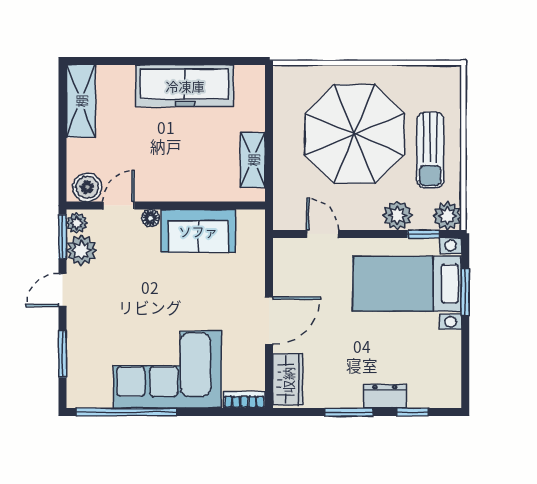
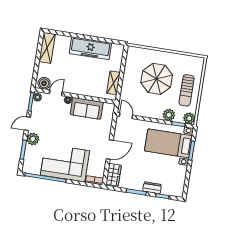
parasol: (355, 134) -> (157, 79), width x0.73, depth x0.73
door: (323, 234) -> (126, 116), moved
plant: (82, 250) -> (33, 139), moved

